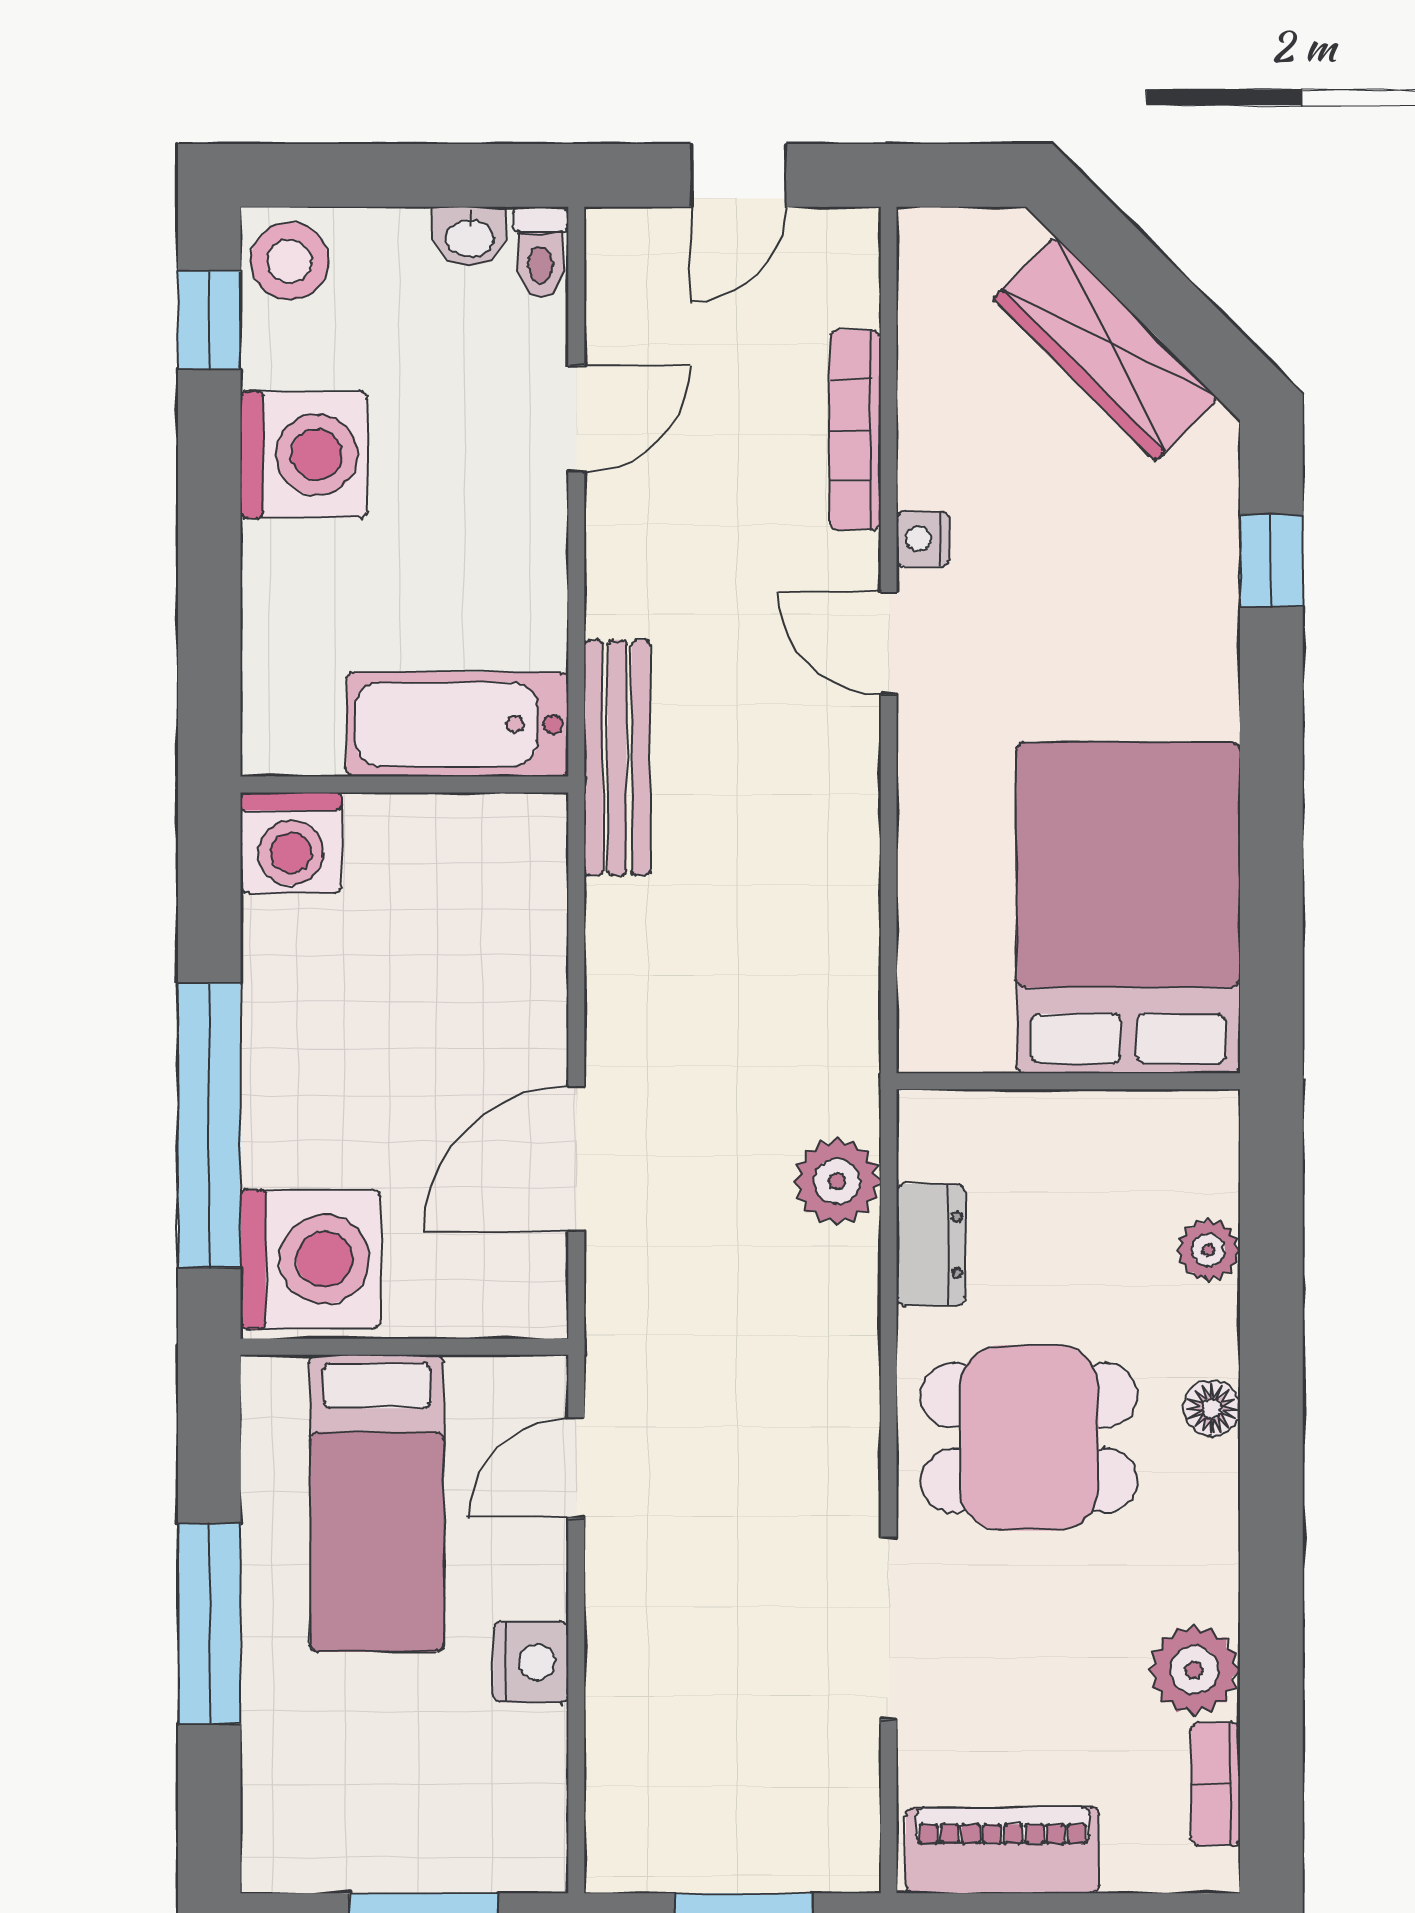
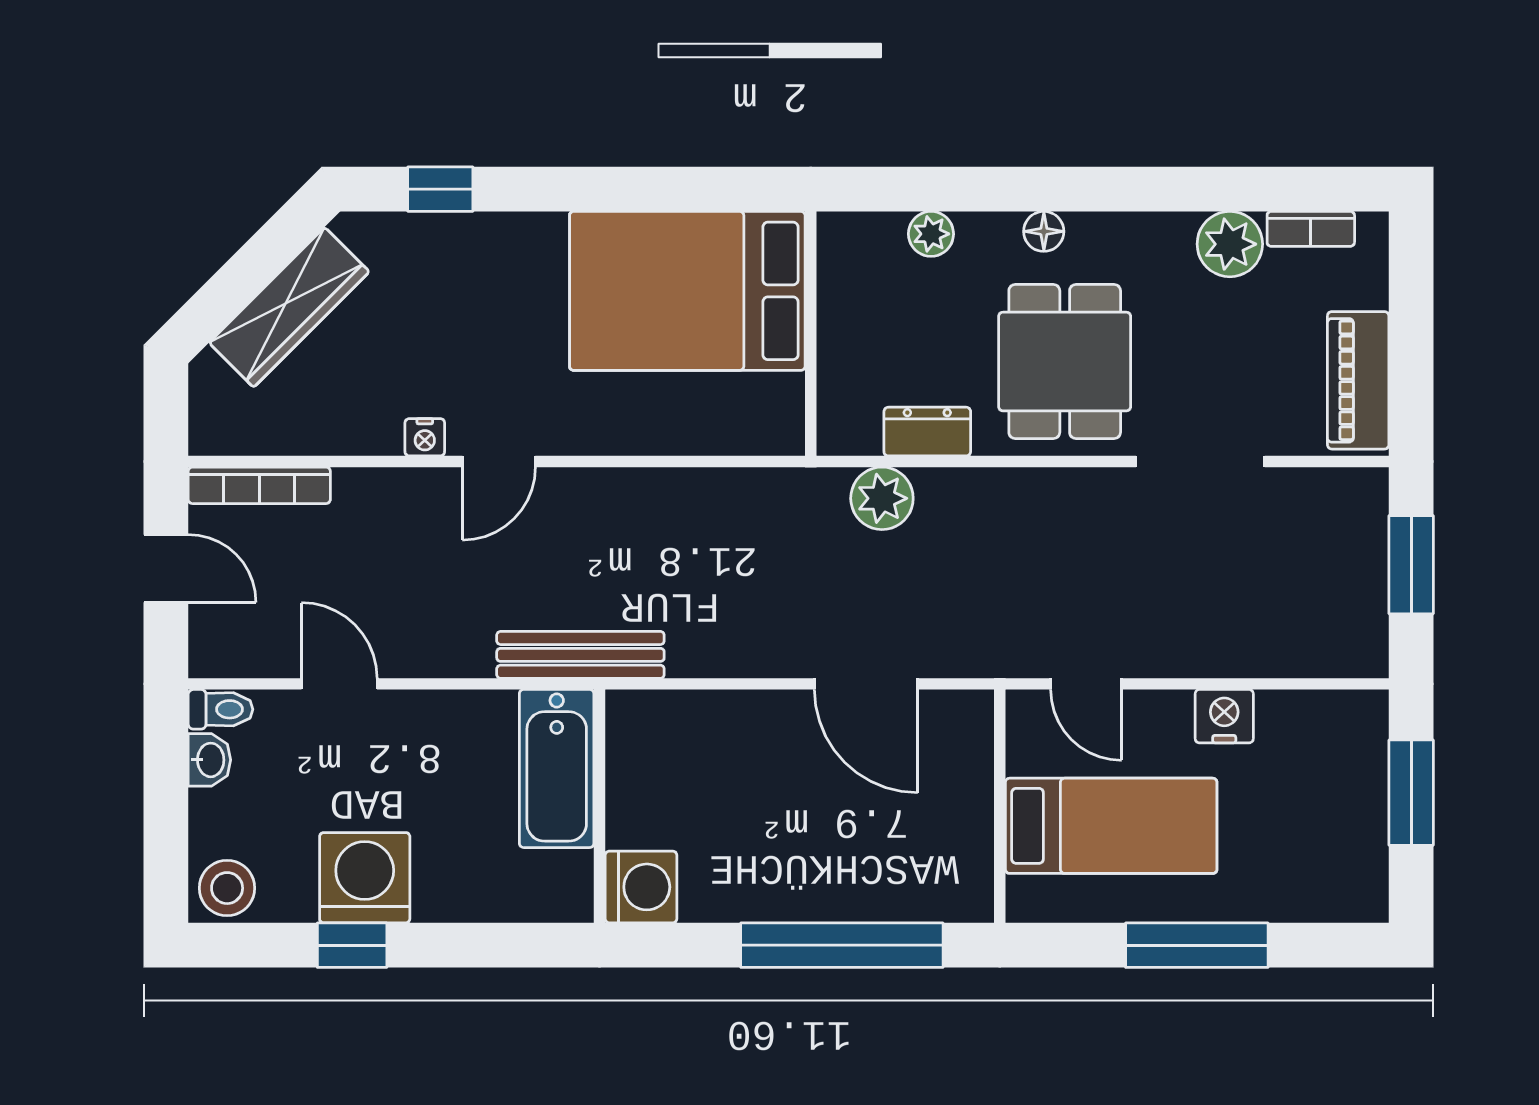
window: (209, 320) -> (352, 945), moved
bookcase: (855, 430) -> (259, 485), moved
washing machine: (310, 1259) -> (937, 873), removed

